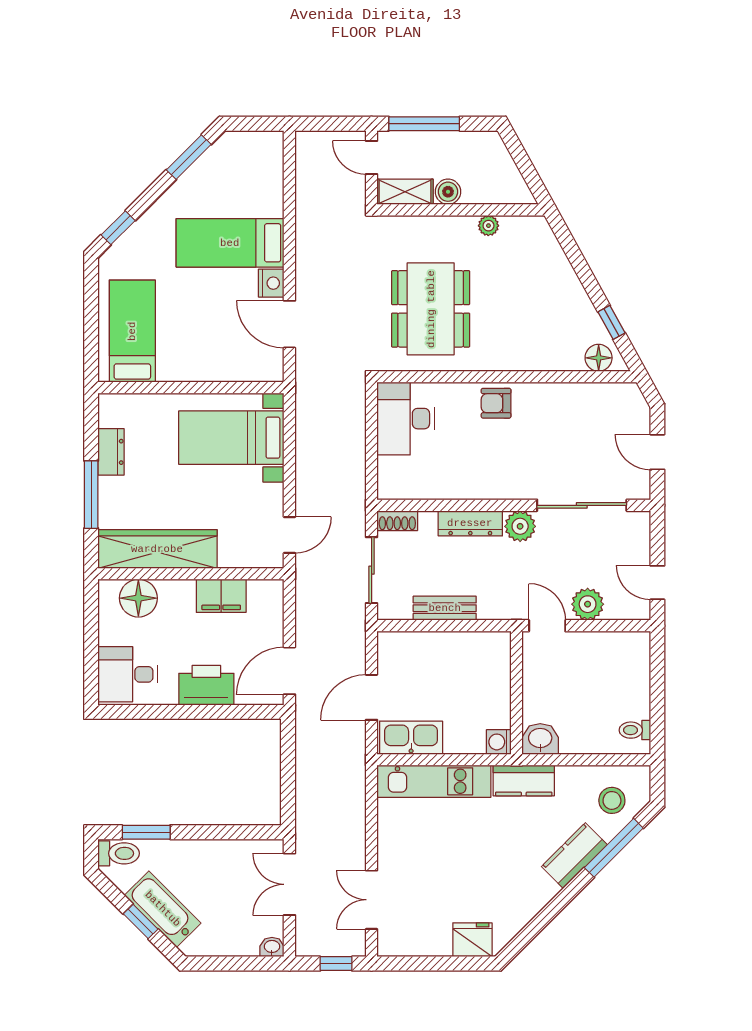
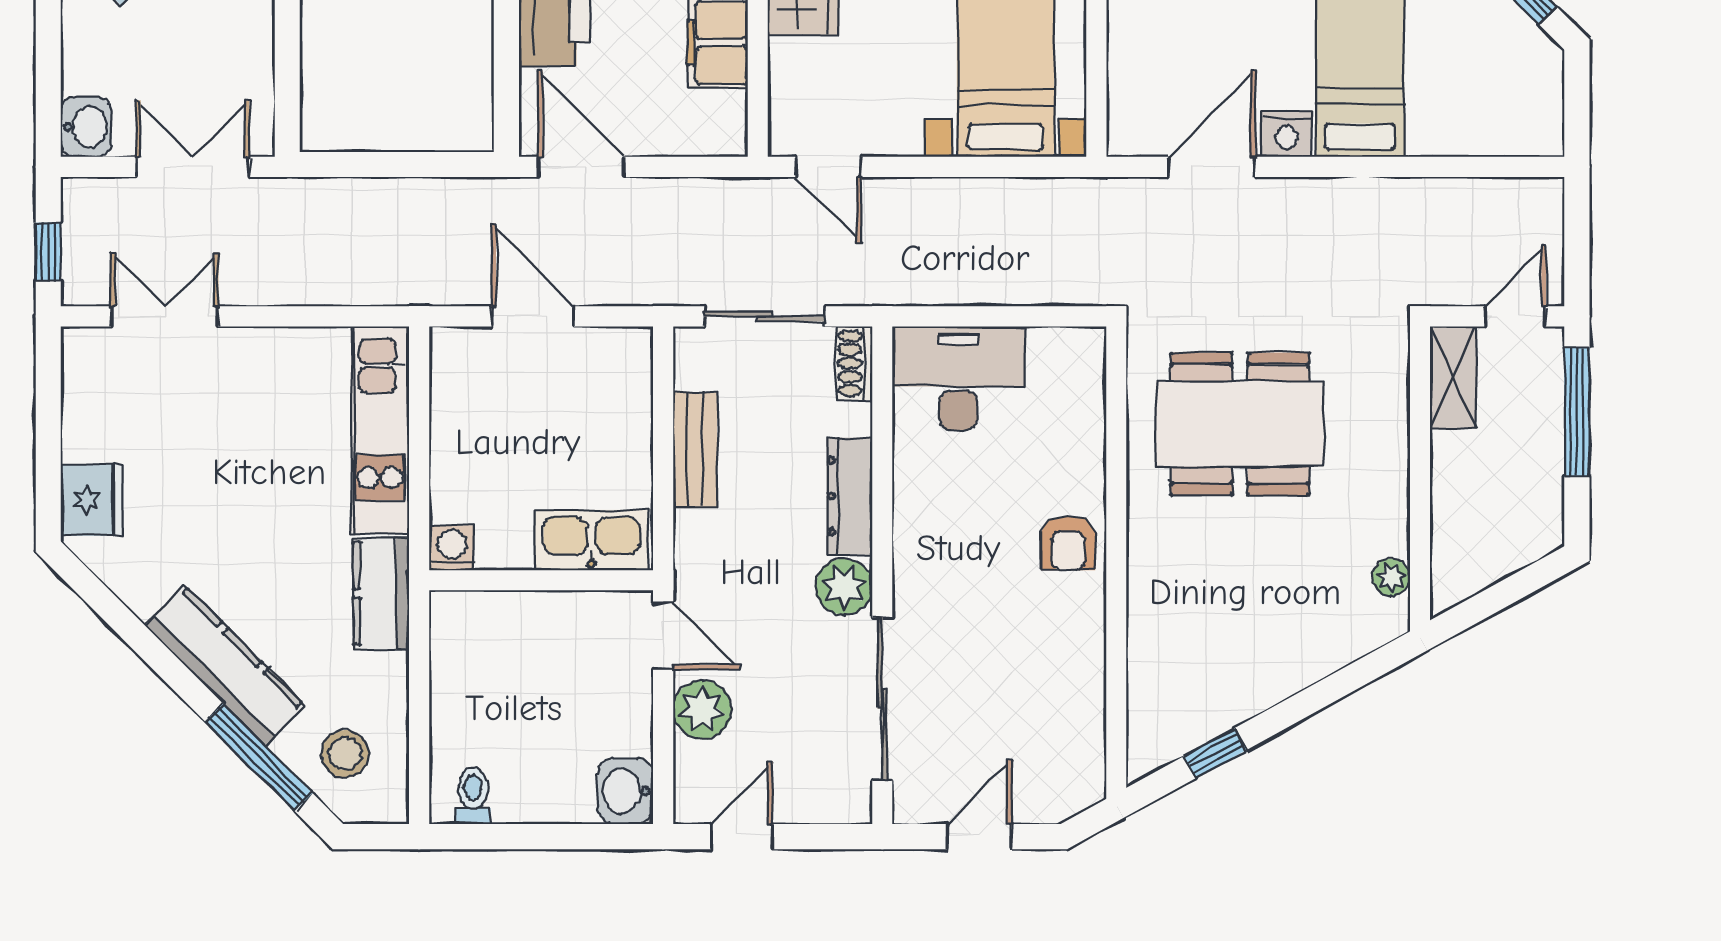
boiler: (448, 192) -> (1453, 456), removed
plant: (488, 226) -> (1391, 577), moved
floor lamp: (599, 358) -> (1151, 730), removed
armchair: (496, 403) -> (1068, 543), turned 180
desk: (406, 419) -> (958, 378), moved
door: (547, 626) -> (663, 636), hinge flipped
kitchen sink: (411, 738) -> (592, 540), moved, turned -90
washbasin: (540, 739) -> (625, 791), moved, turned 180
kitchen counter: (574, 856) -> (225, 665), width x1.50
washbasin: (272, 947) -> (86, 127), width x1.38, depth x1.45

